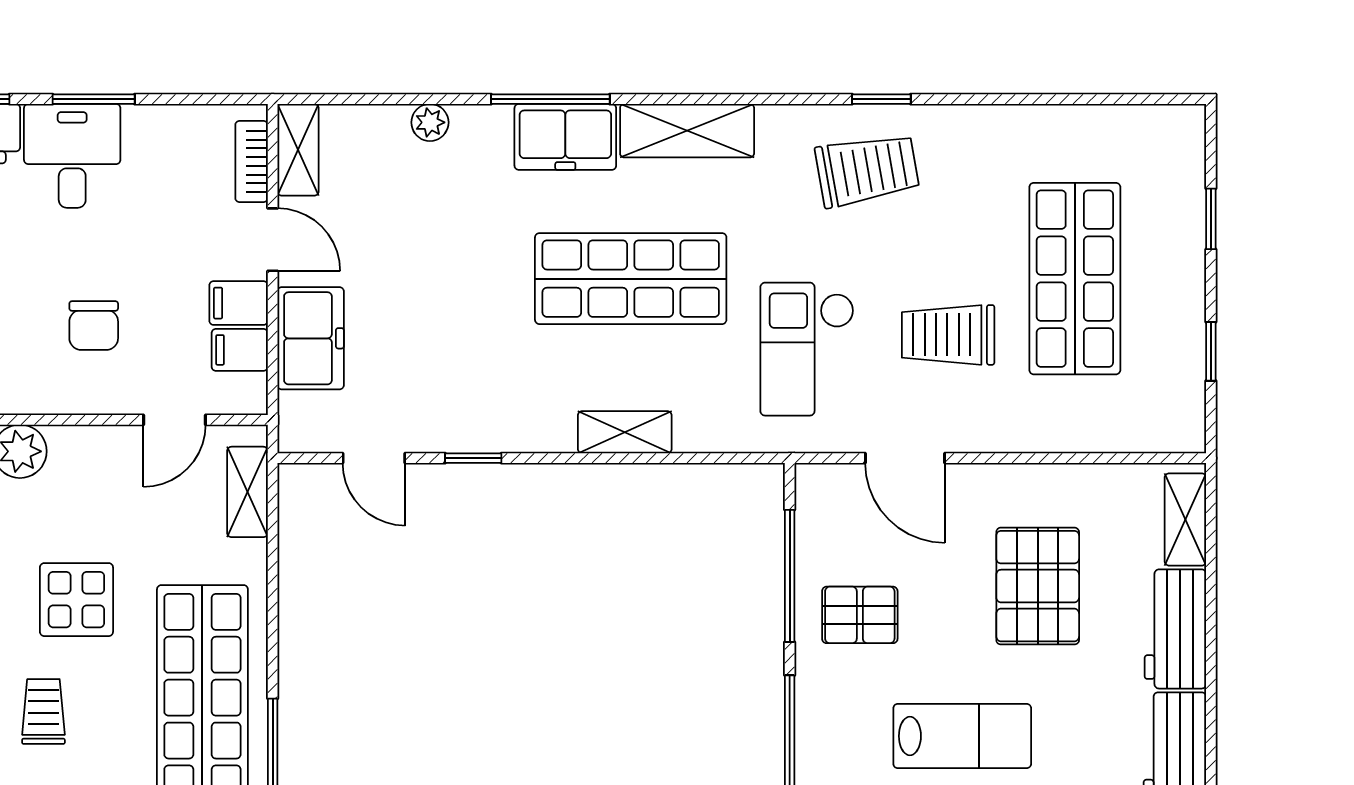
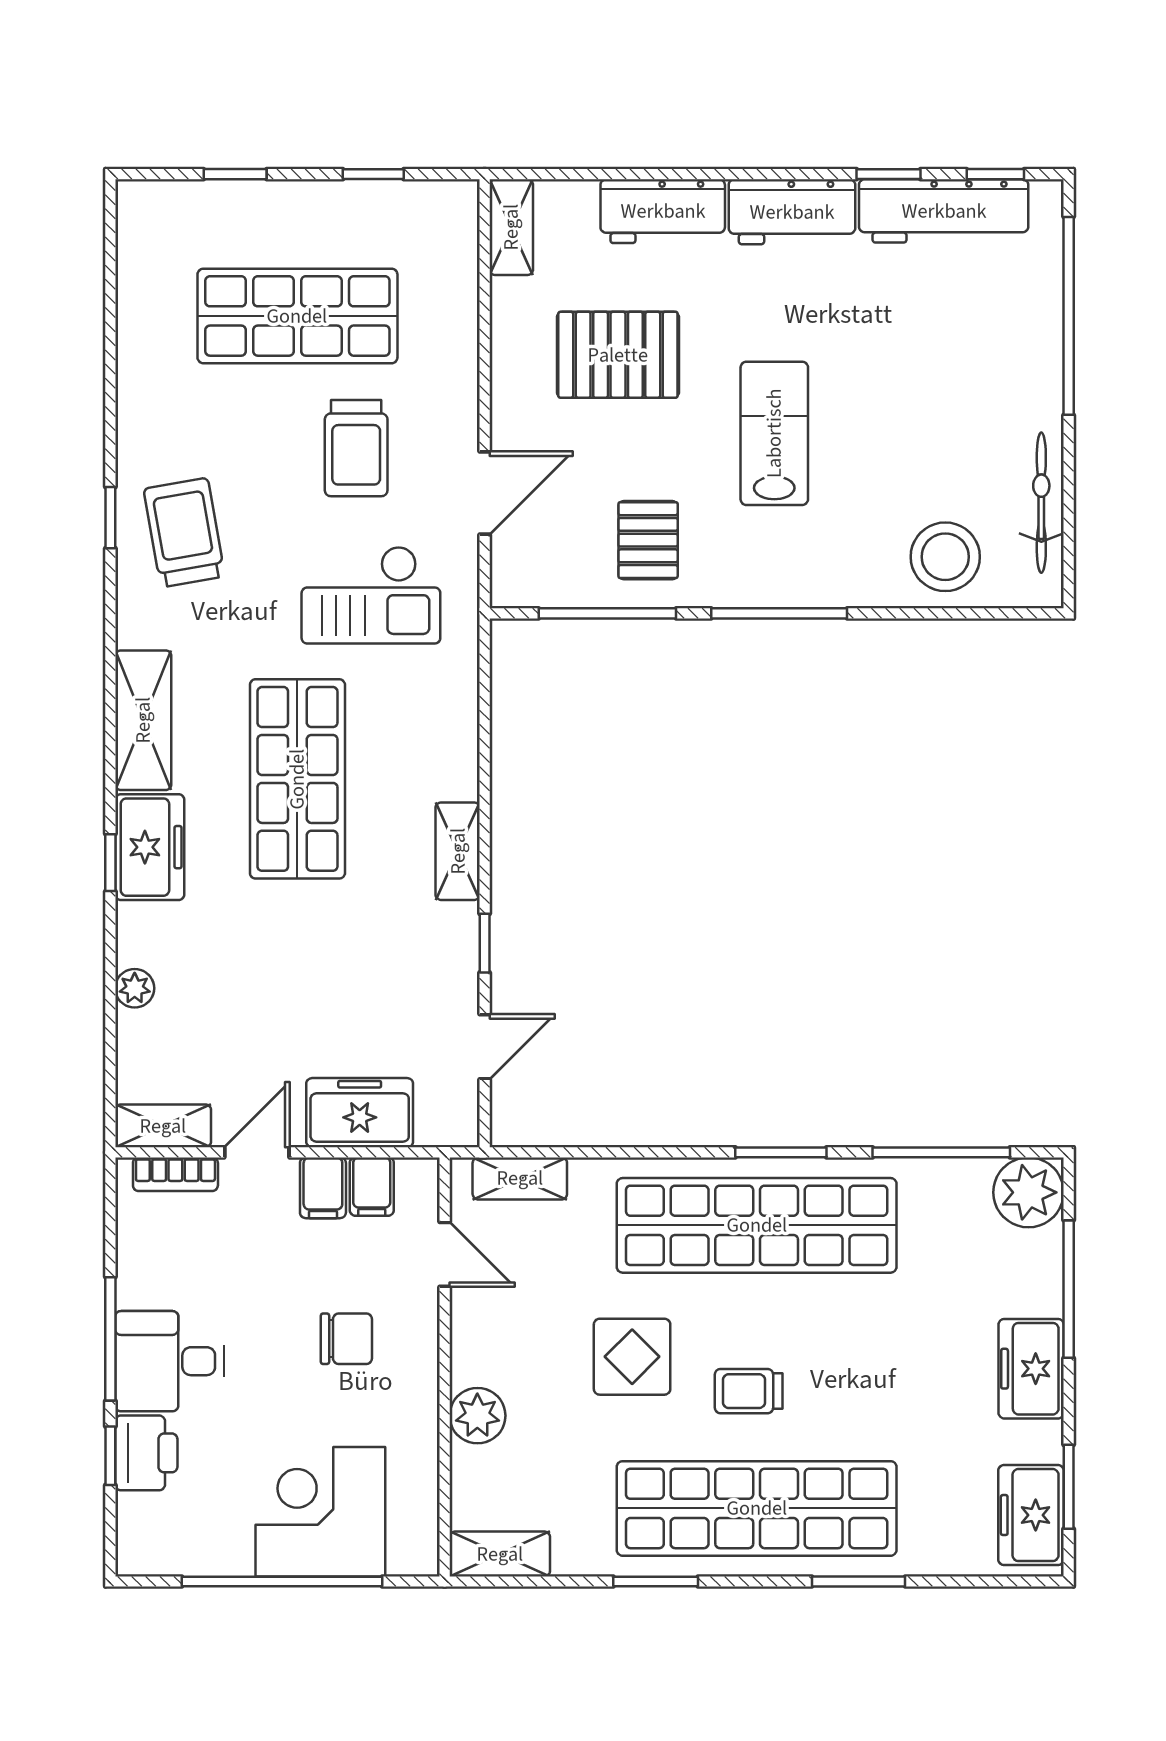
window: (94, 99) -> (110, 1339), width x1.44
window: (550, 99) -> (110, 863), width x0.46
shelving: (625, 432) -> (458, 851), moved
shelving: (1185, 519) -> (511, 227), moved, turned 90

